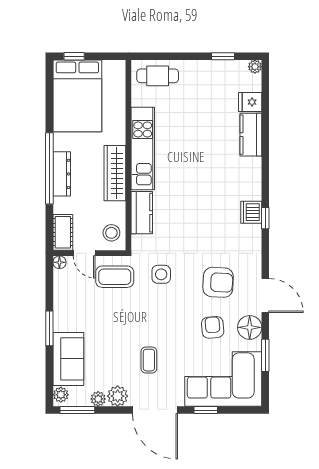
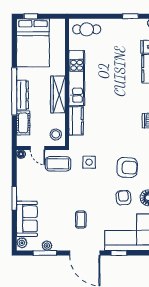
cot: (63, 232) -> (23, 123), moved
plant: (118, 396) -> (60, 244), removed
window: (77, 410) -> (45, 253), moved

